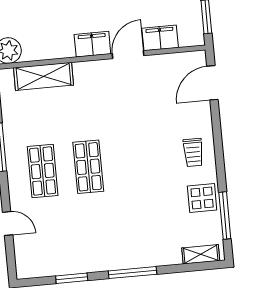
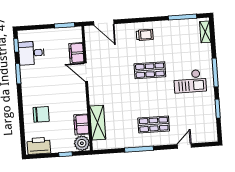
filing cabinet: (92, 44) -> (81, 124), moved
shop shelf: (88, 167) -> (150, 70), moved
display table: (202, 198) -> (172, 30), removed
checkout: (117, 230) -> (190, 81), added

